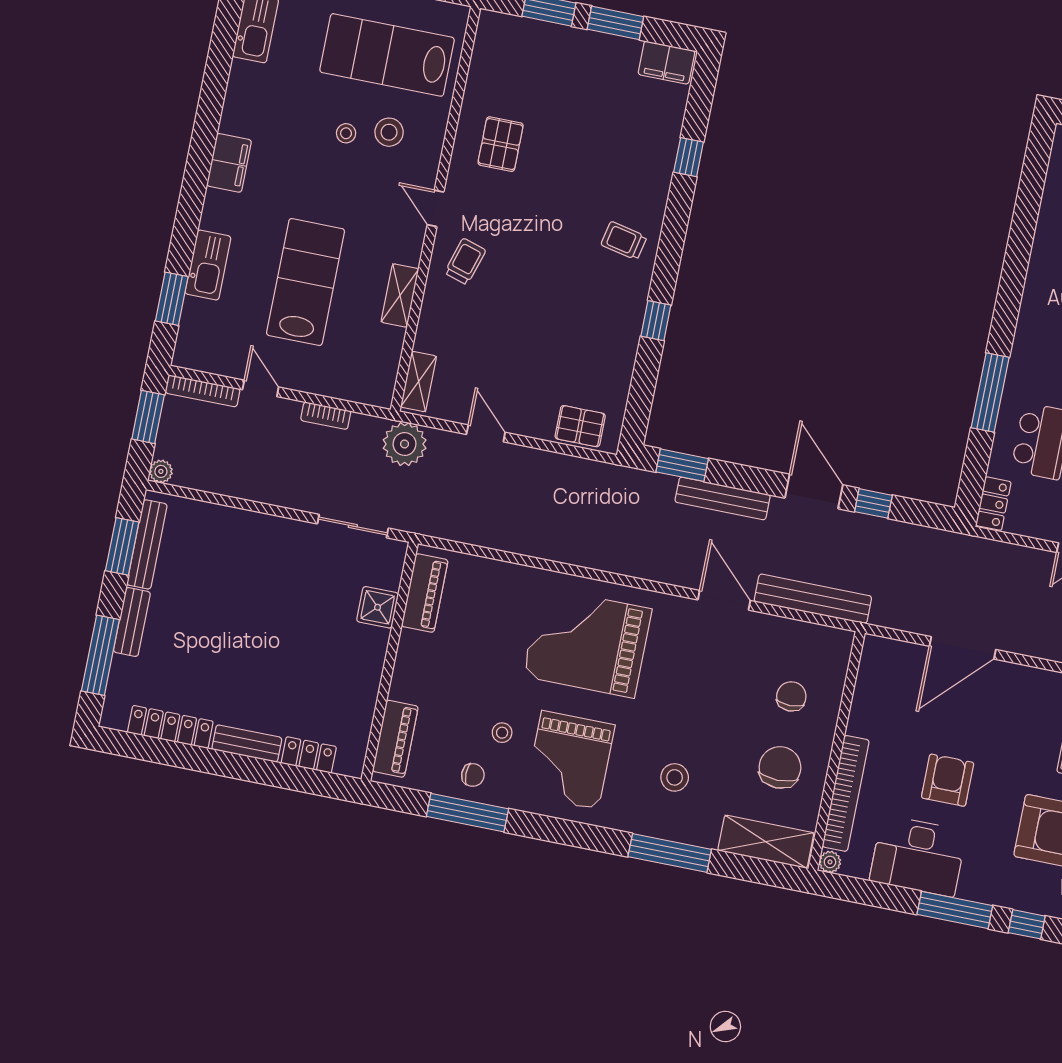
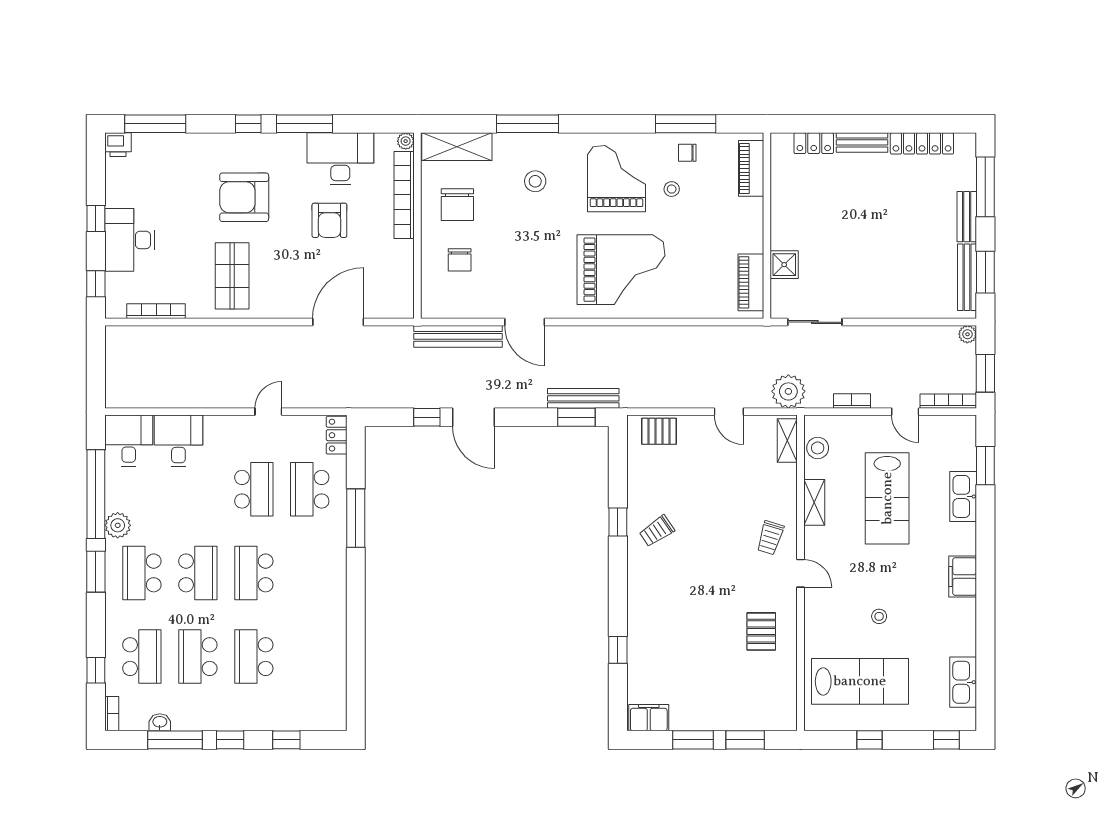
stool: (389, 132) -> (818, 448), moved
trolley: (624, 241) -> (657, 531), moved, turned 134
bench: (723, 498) -> (583, 398), moved

